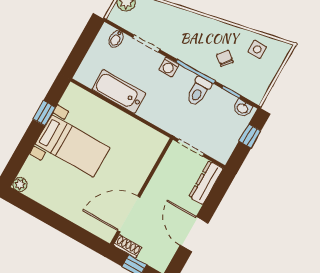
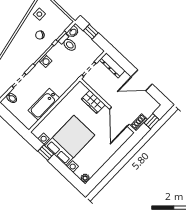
washing machine: (169, 67) -> (45, 61), moved
toilet: (198, 91) -> (68, 43), moved
bed with nightstands: (73, 146) -> (70, 140), width x1.36
wardrobe: (142, 167) -> (93, 102), added

